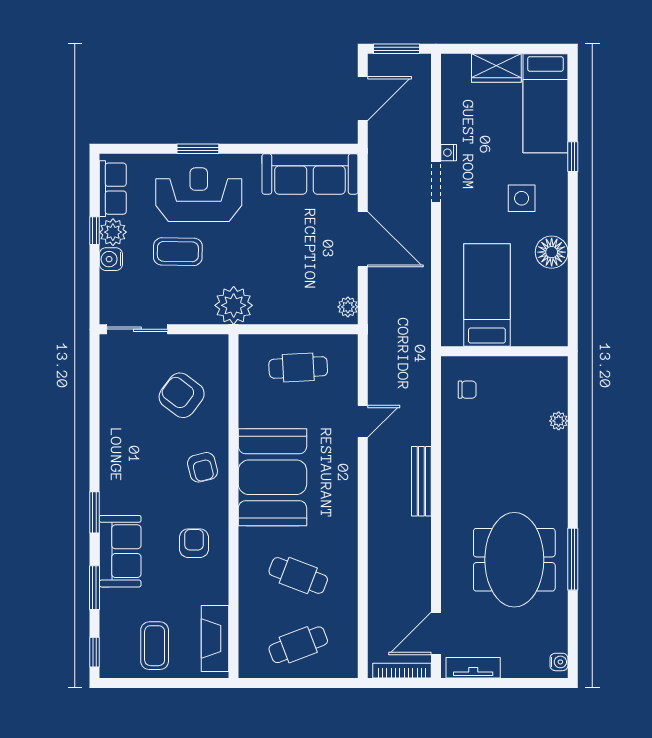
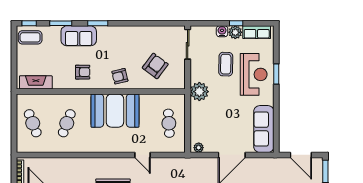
coffee table: (155, 646) -> (30, 37), moved

